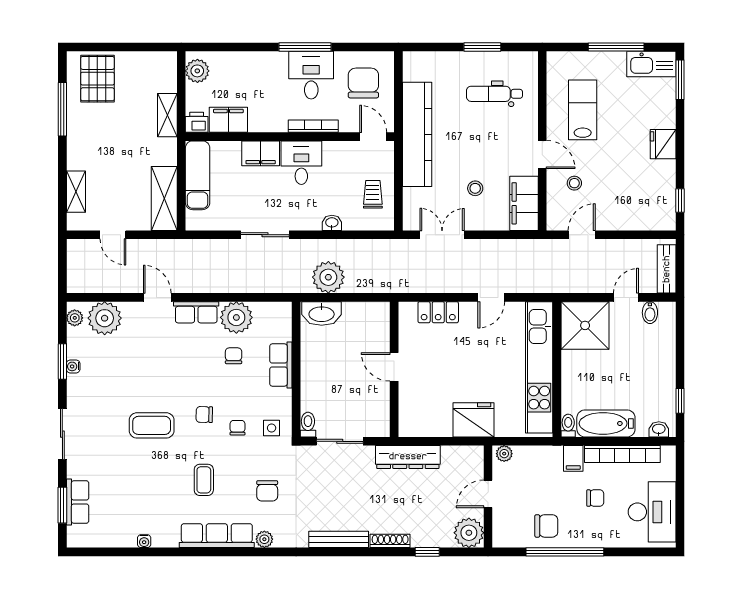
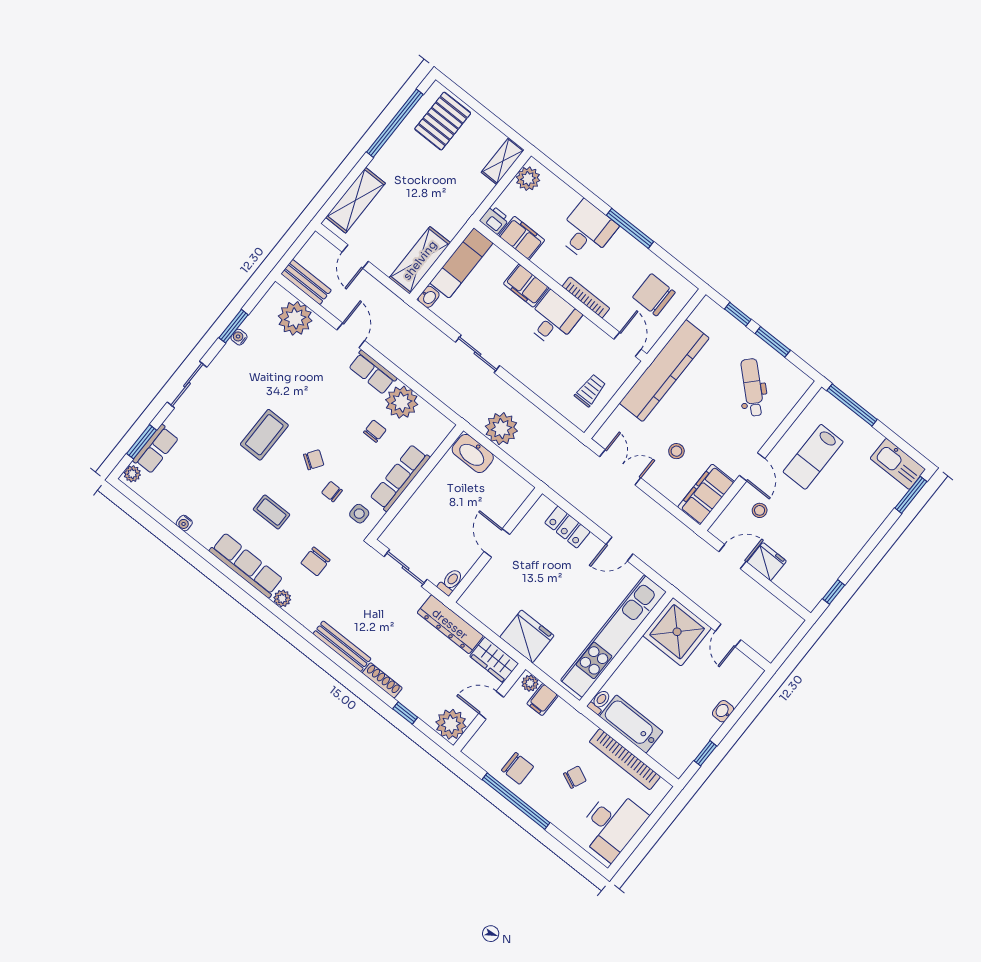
window: (439, 47) -> (738, 314), added
window: (616, 47) -> (852, 405), moved
desk: (311, 75) -> (587, 231), moved
chair: (363, 83) -> (654, 295), turned -90
dental chair: (494, 94) -> (752, 387), turned 43
window: (62, 109) -> (395, 123), width x1.46
lab bench: (583, 110) -> (813, 457), turned 180
shelving: (167, 115) -> (503, 161), moved
fridge: (663, 144) -> (767, 562), moved, turned 90
shelving: (76, 192) -> (356, 200), width x1.50, depth x1.33
washbasin: (332, 223) -> (429, 297), moved, turned 90
bench: (667, 269) -> (306, 282), moved, turned 90
door: (626, 297) -> (728, 635), swing flipped
bidet: (650, 313) -> (738, 663), removed
plant: (75, 318) -> (132, 474), moved
row of seats: (281, 365) -> (400, 478), width x1.48
chair: (204, 415) -> (314, 460), turned 123
coffee table: (152, 425) -> (264, 435), turned 90
toilet: (308, 425) -> (450, 582), moved
chair: (237, 428) -> (332, 492), turned -90
washbasin: (659, 429) -> (723, 711), moved, turned -90
wardrobe: (463, 458) -> (494, 660), added
filing cabinet: (573, 458) -> (543, 700), moved
coffee table: (204, 480) -> (271, 512), turned 90
chair: (595, 498) -> (575, 777), turned -66

